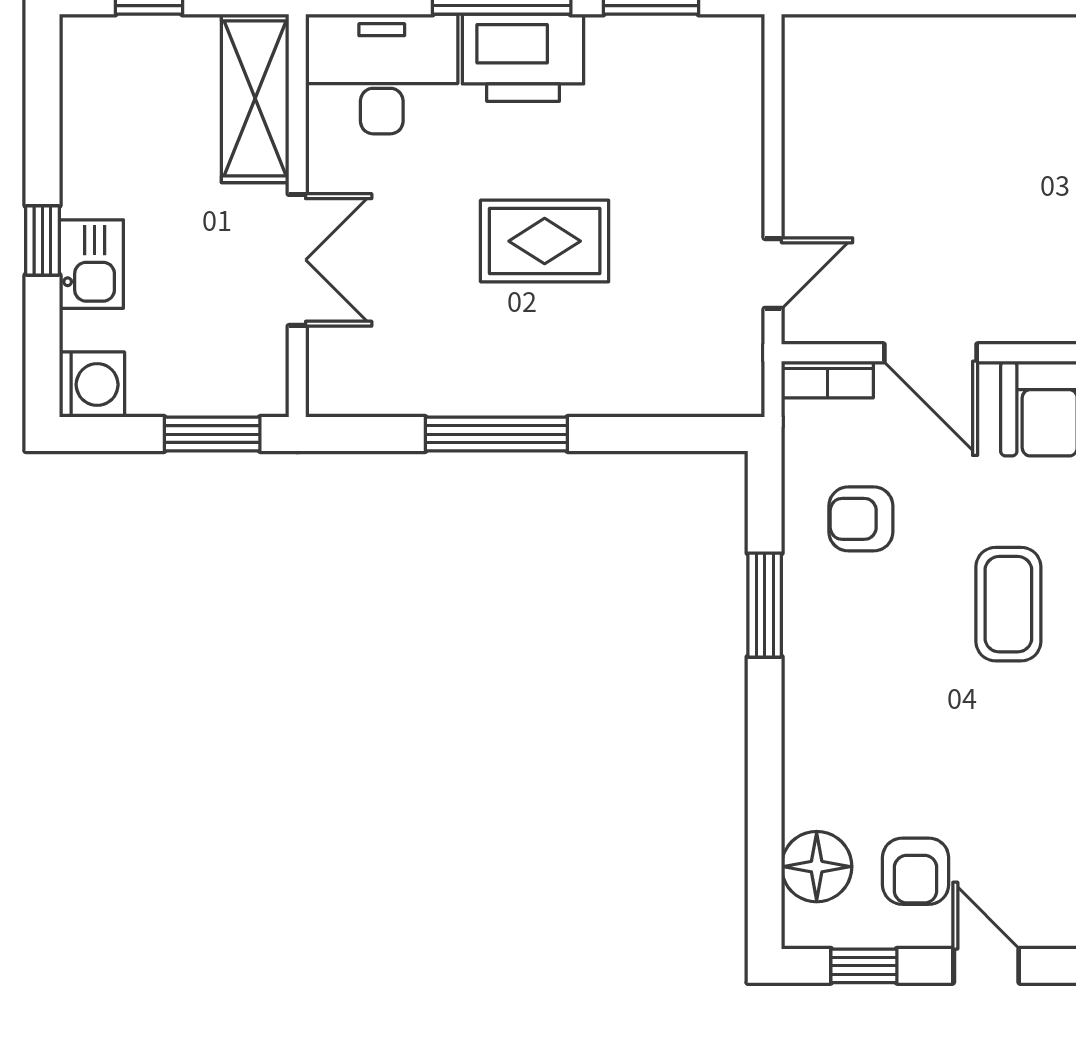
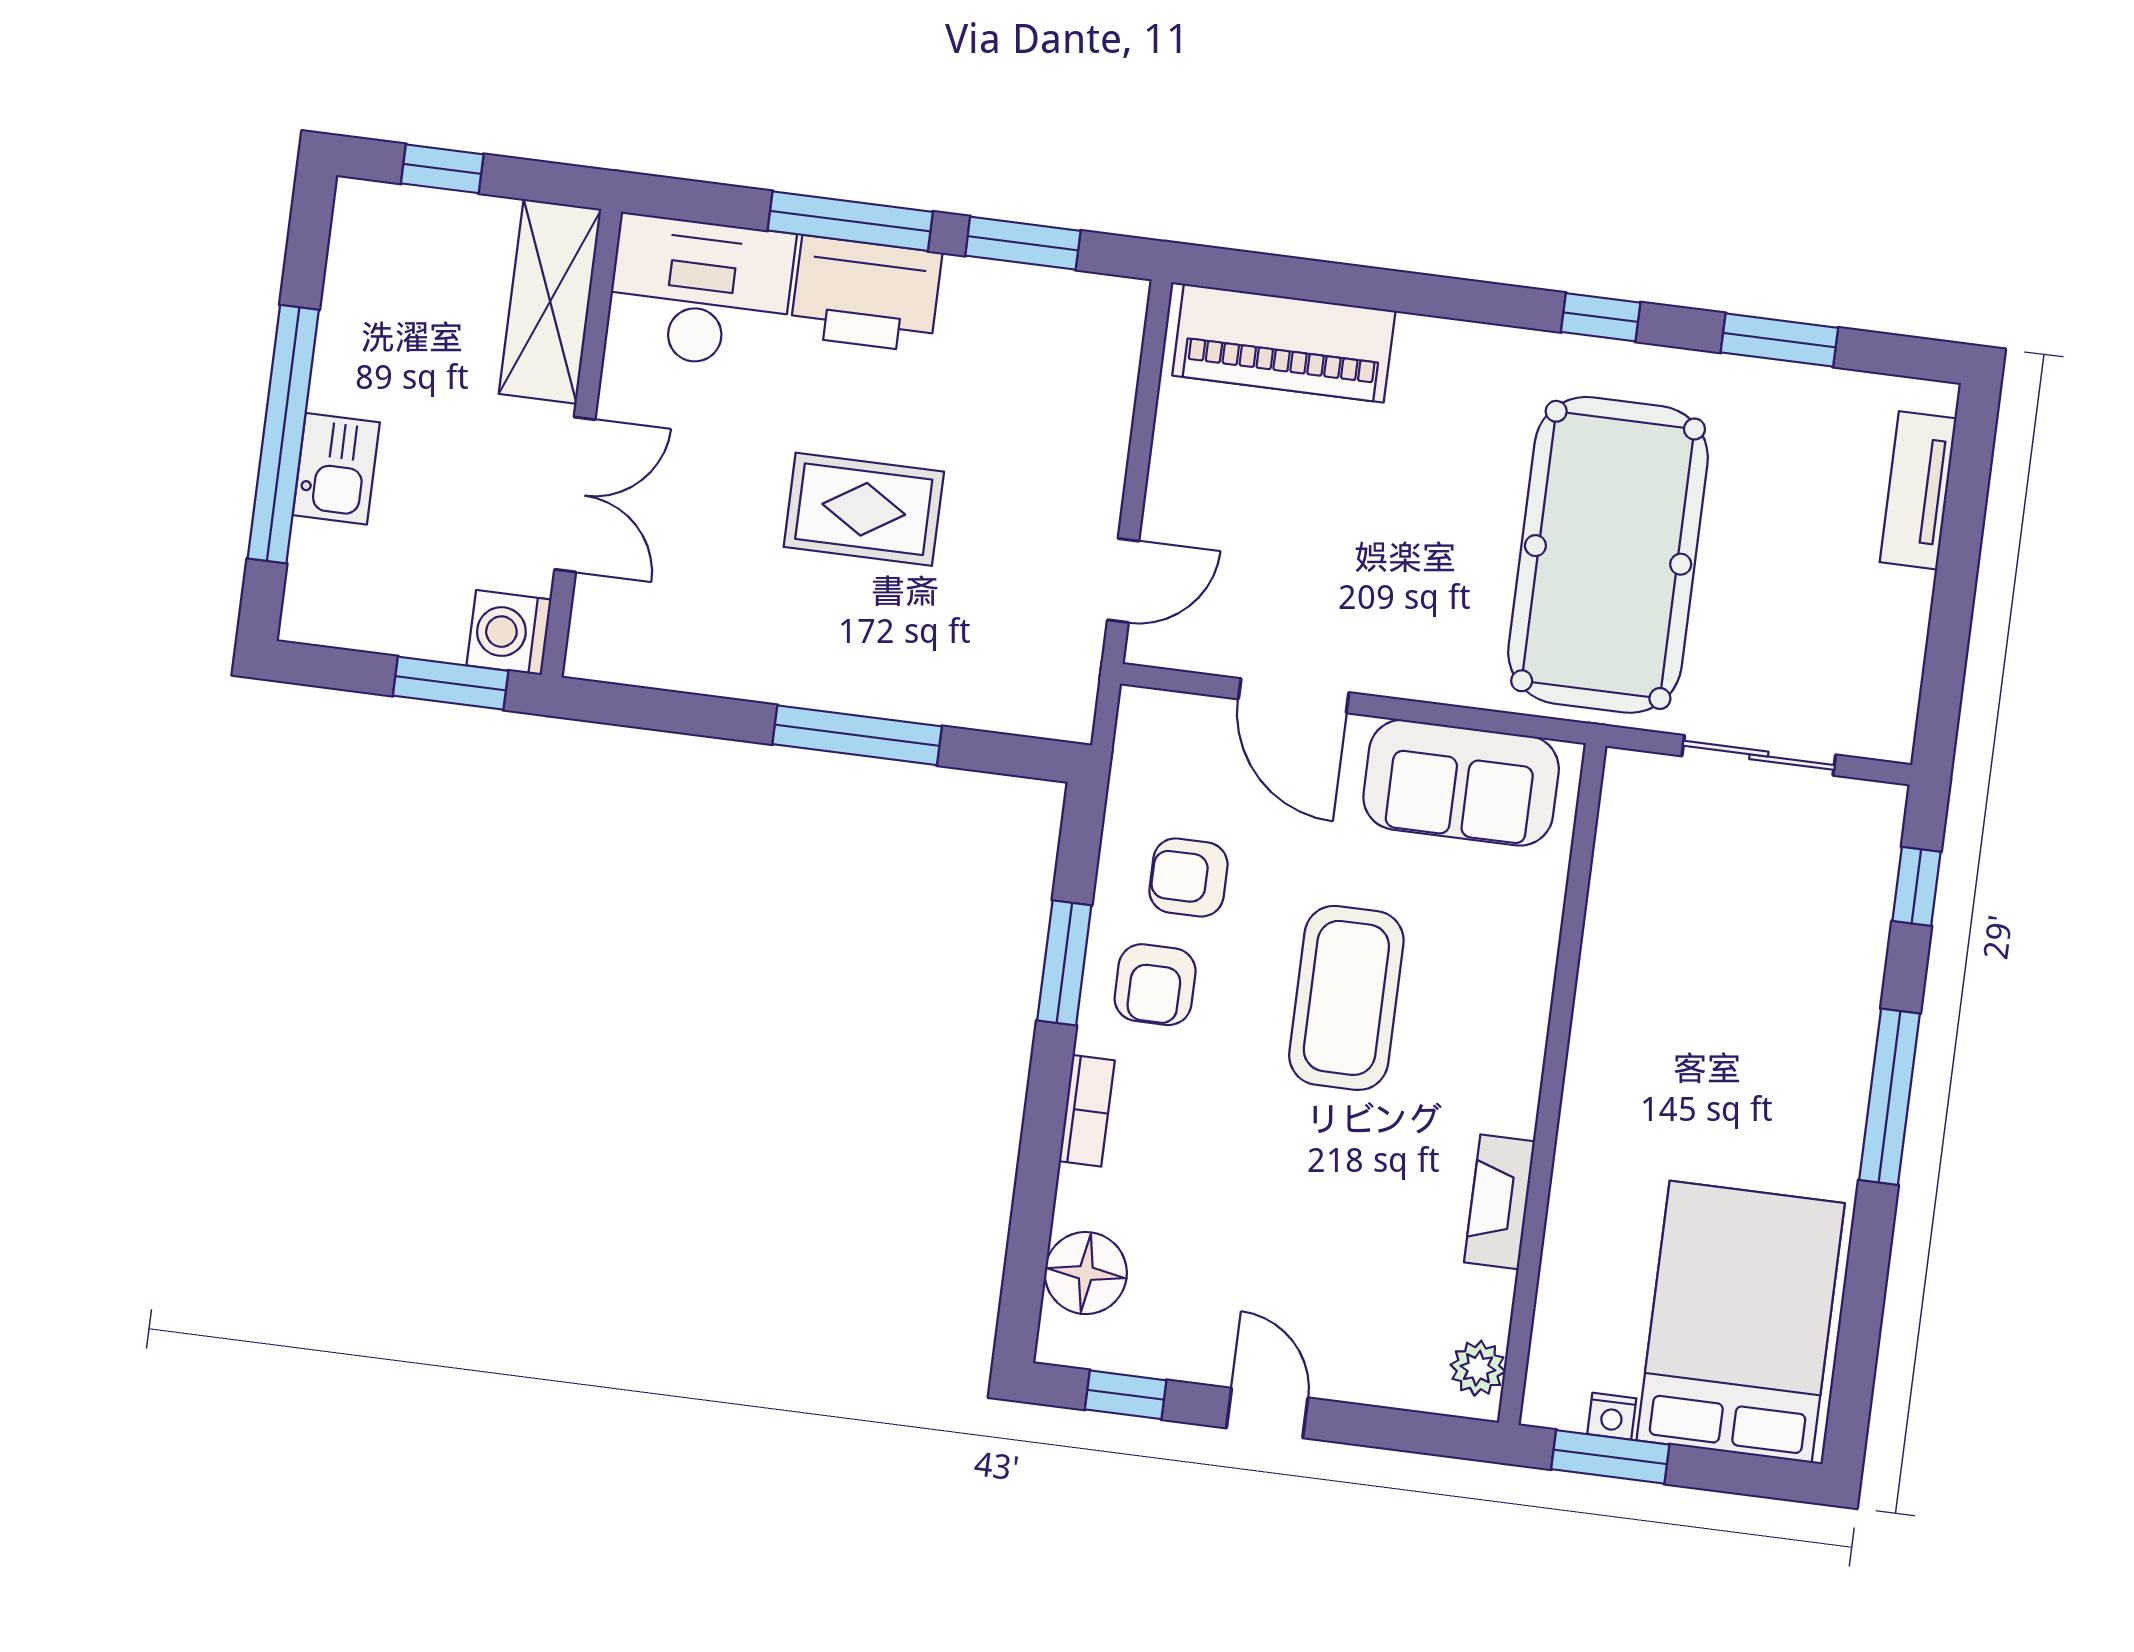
piano: (884, 54) -> (1284, 343), added
window: (42, 240) -> (283, 434), width x3.17
bookcase: (827, 380) -> (1087, 1111), moved, turned -90
washing machine: (92, 385) -> (509, 633), moved, turned 180
window: (496, 434) -> (857, 735), moved
coffee table: (1008, 604) -> (1346, 998), width x1.36, depth x1.32
armchair: (916, 871) -> (1155, 985), moved

